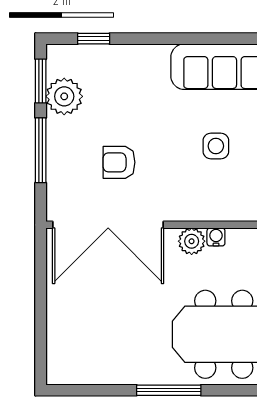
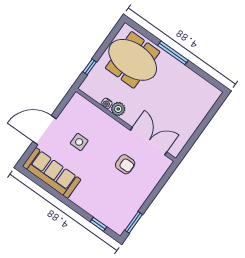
plant: (64, 96) -> (128, 209), removed
window: (41, 150) -> (155, 193), removed
double door: (108, 225) -> (149, 141), width x0.73

